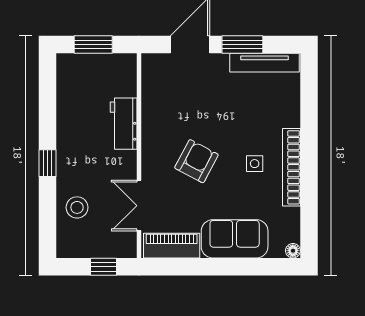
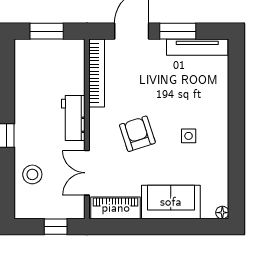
workbench: (124, 124) -> (73, 118), moved
armchair: (196, 161) -> (137, 134), turned -46
bookcase: (291, 167) -> (97, 73), moved, turned 180

